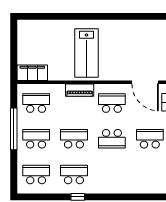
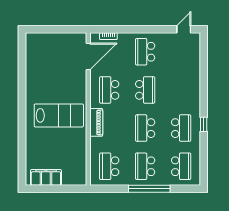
filing cabinet: (32, 73) -> (46, 177), moved, turned 90
window: (14, 129) -> (149, 189), moved
school desk: (36, 174) -> (181, 166), turned 180
school desk: (74, 174) -> (181, 128), turned 180

